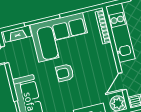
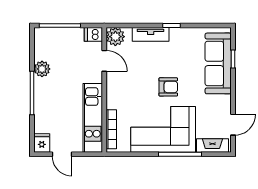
door: (122, 81) -> (104, 61), hinge flipped

